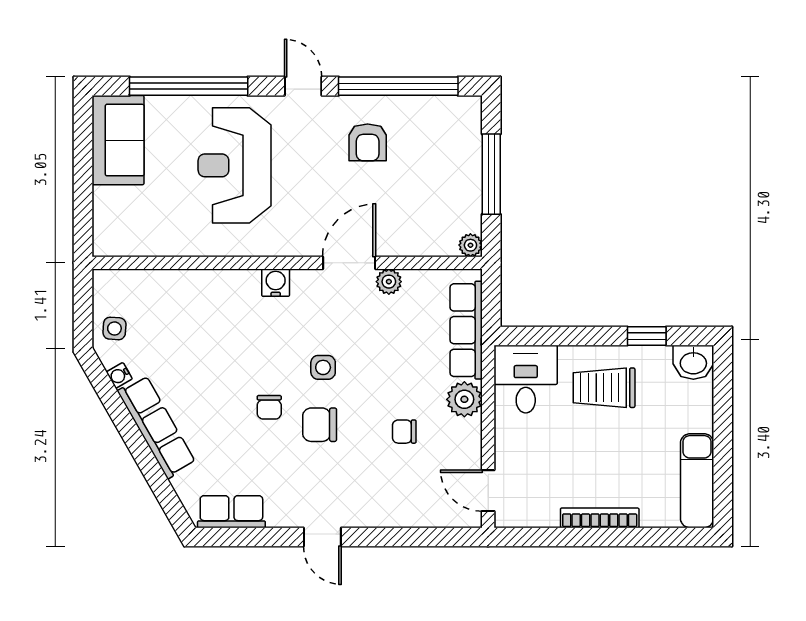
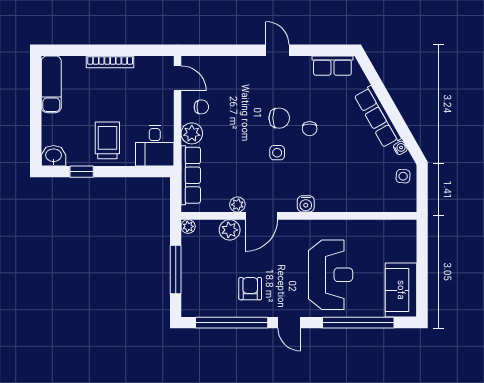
plant: (402, 240) -> (230, 230), added
trolley: (604, 388) -> (107, 140), turned -90
chair: (269, 407) -> (310, 129), turned 180
chair: (404, 432) -> (201, 107), moved

